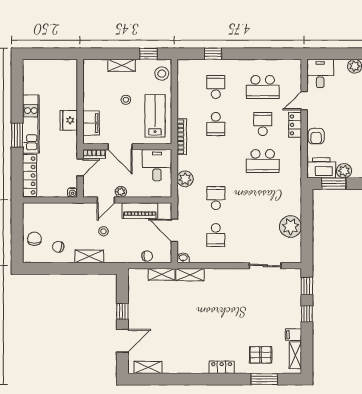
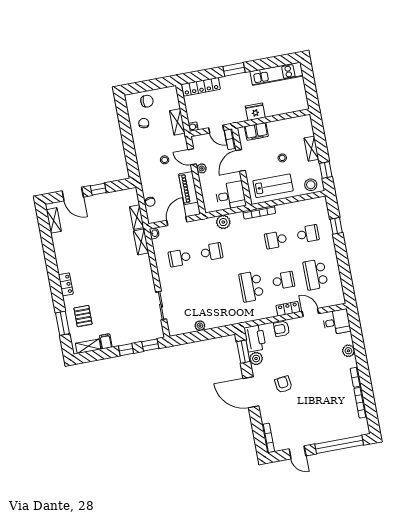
kitchen unit: (31, 124) -> (277, 74), moved
plant: (290, 227) -> (200, 326), width x0.53, depth x0.53
shelving: (89, 256) -> (177, 122), moved

